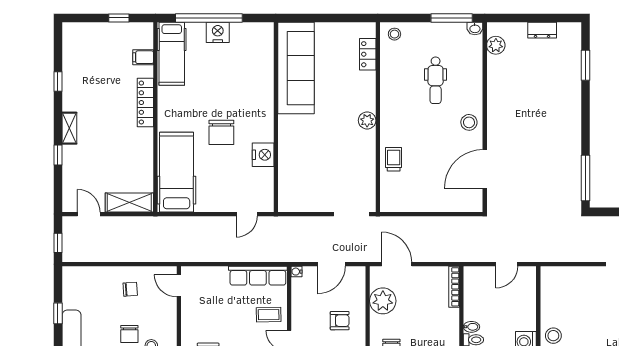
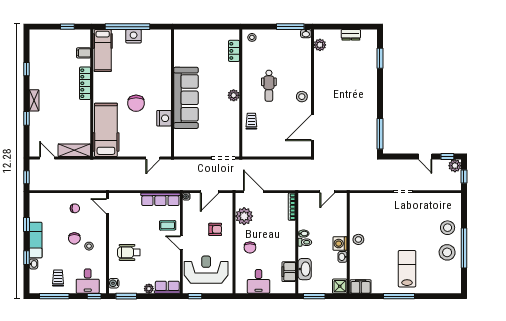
sofa: (296, 68) -> (186, 98), moved
dental chair: (436, 80) -> (269, 86), moved

